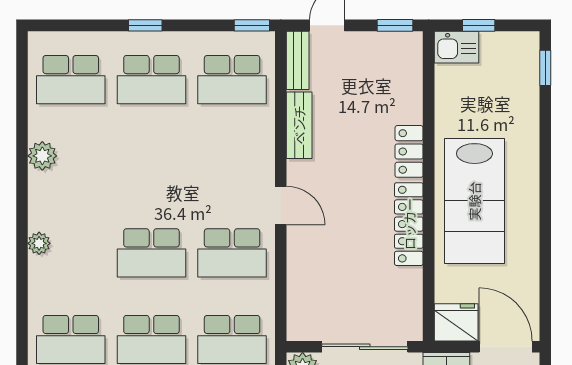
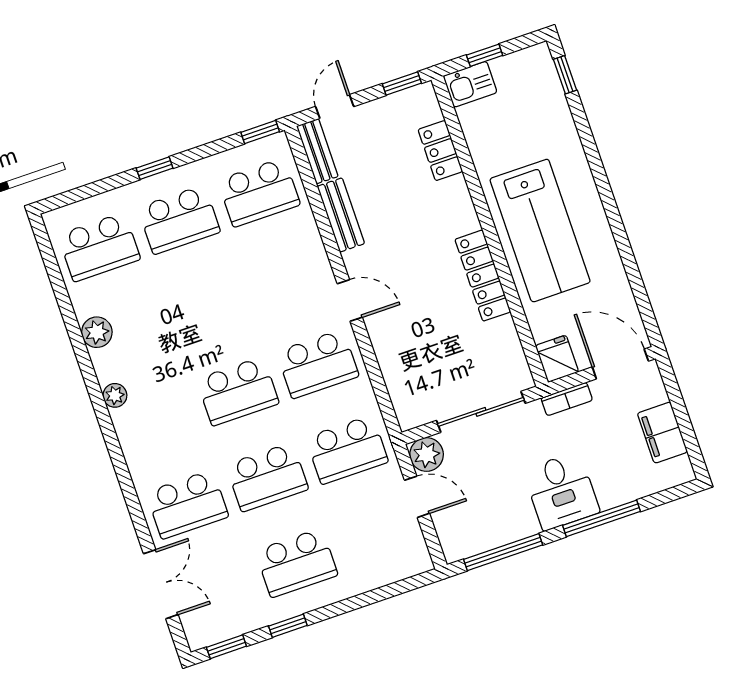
locker: (409, 151) -> (440, 151), moved
plant: (39, 243) -> (115, 395), moved
fridge: (456, 322) -> (557, 359), width x0.72

